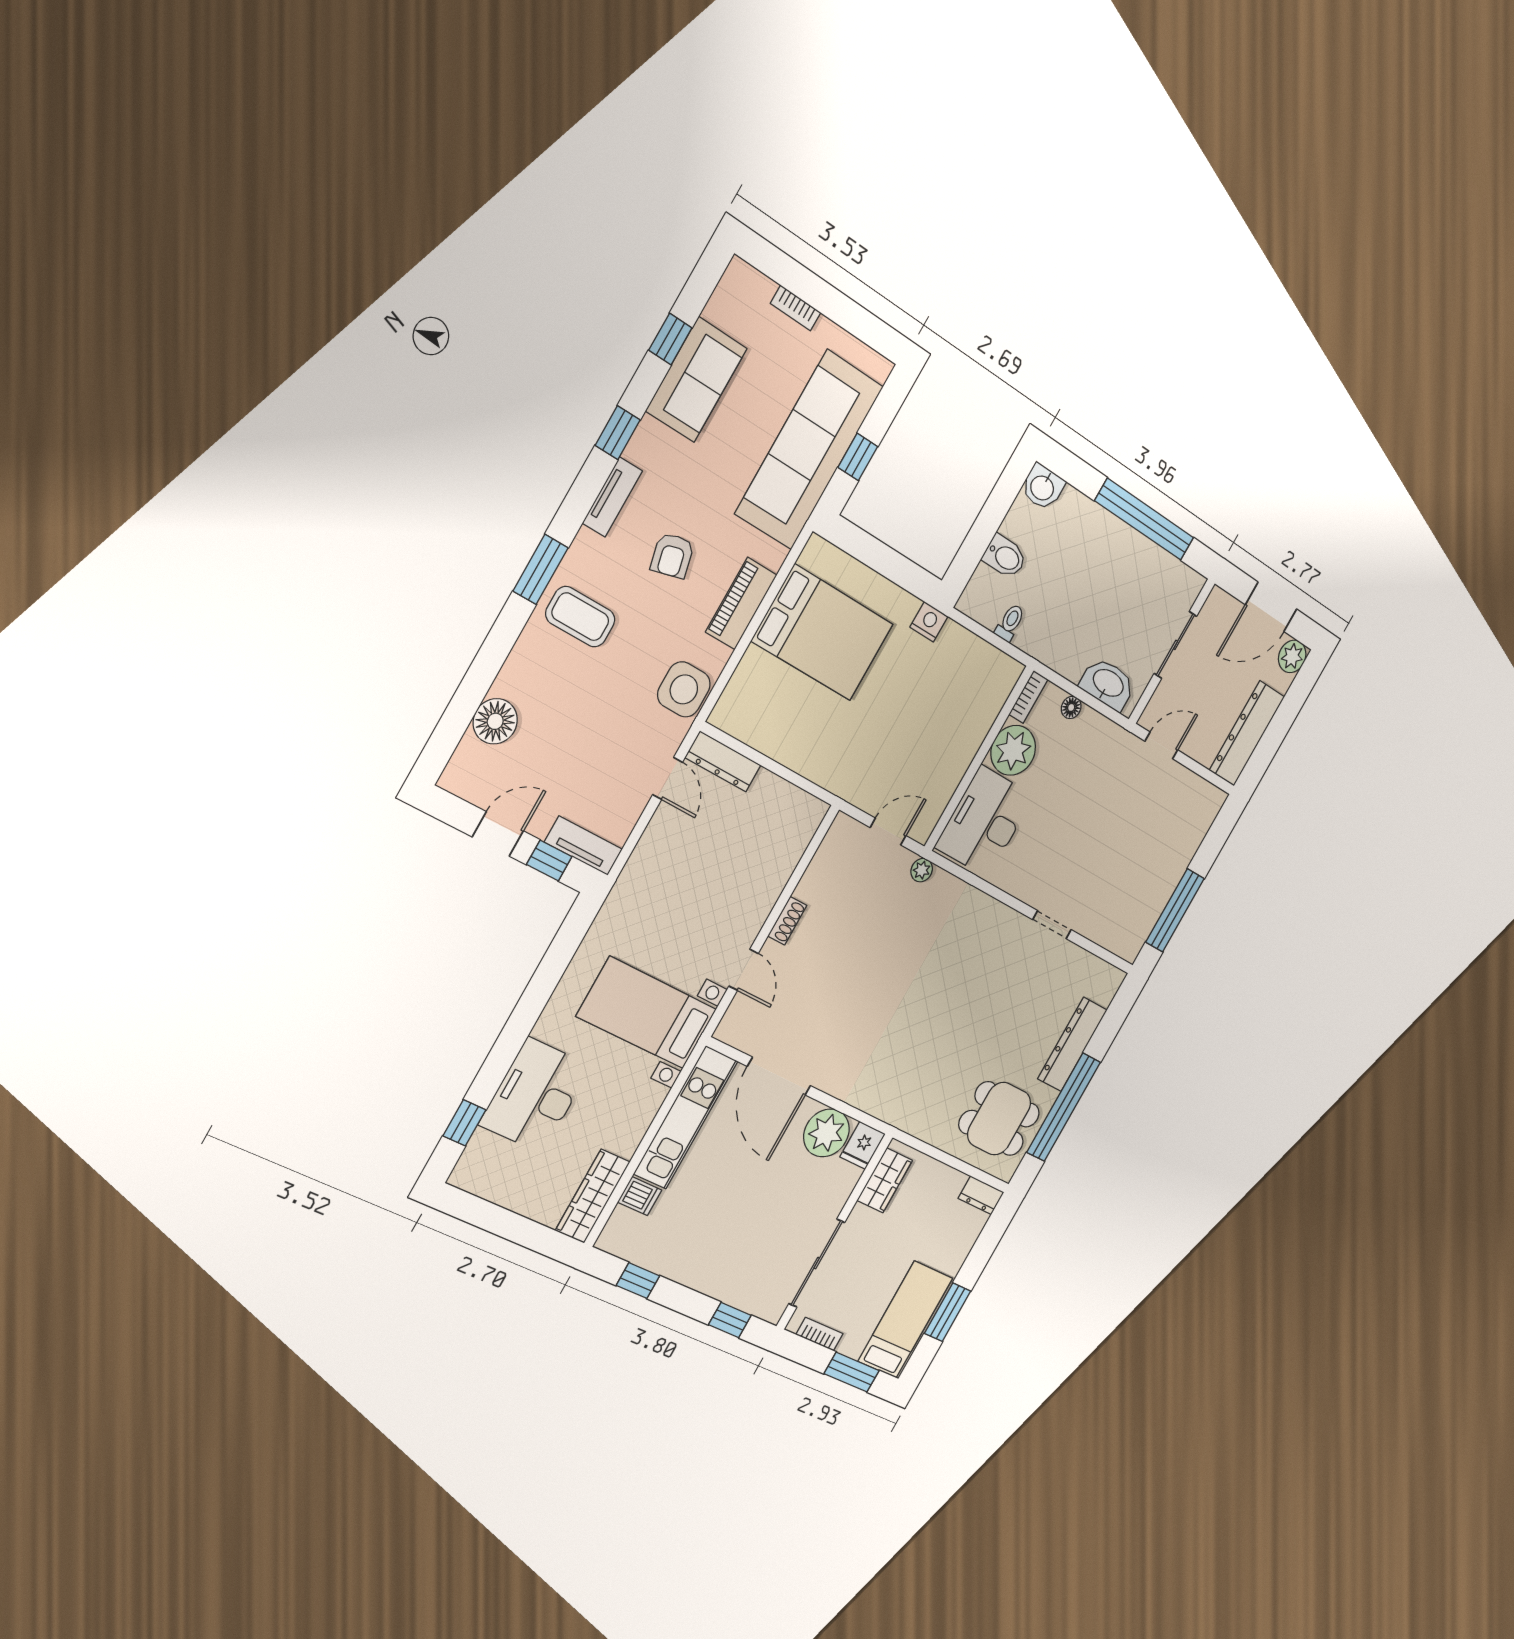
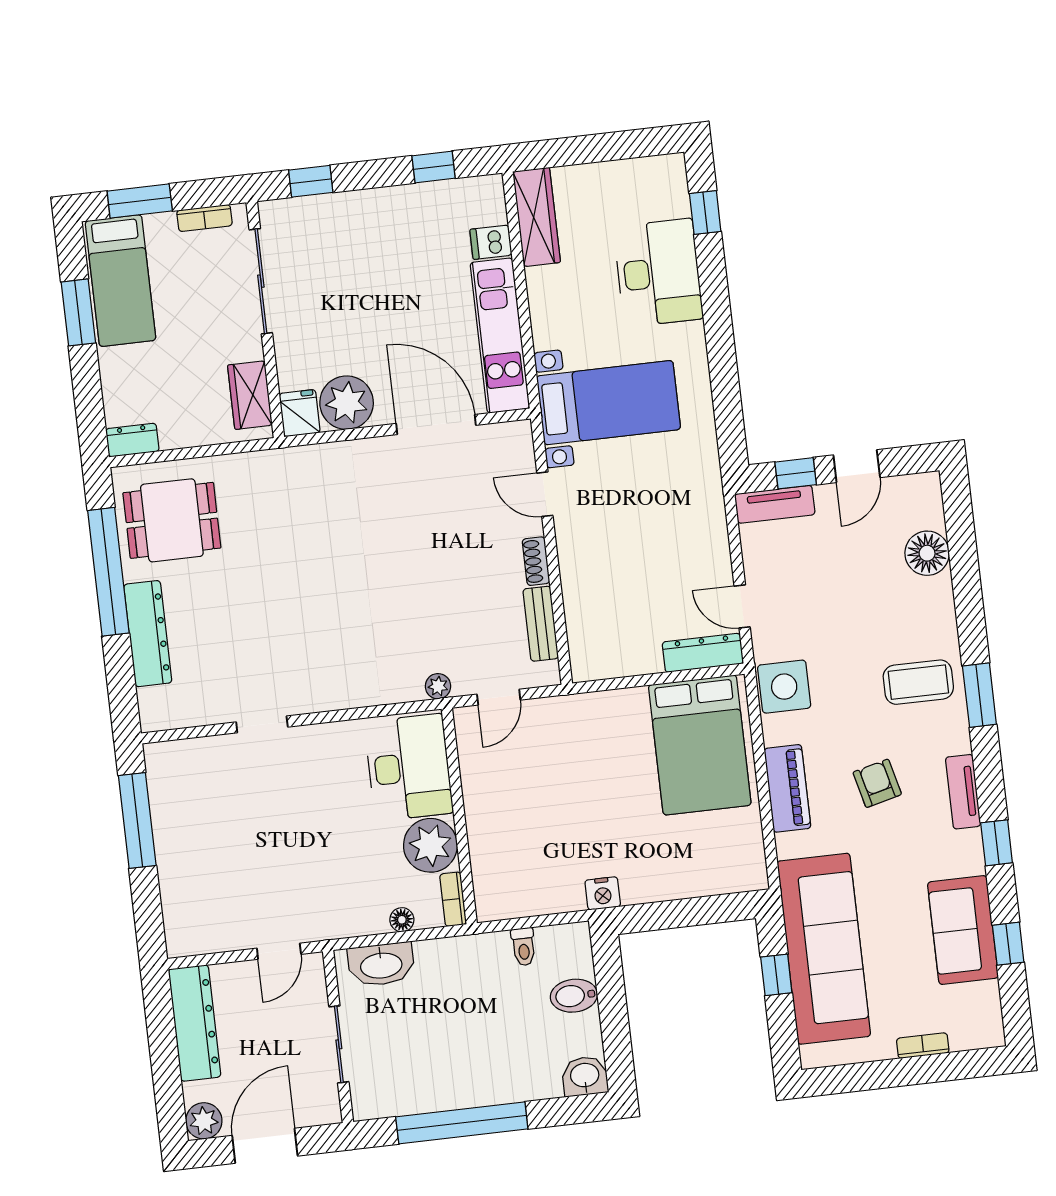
bed: (823, 633) -> (700, 745), moved, turned -90
bench: (819, 869) -> (541, 624), added

